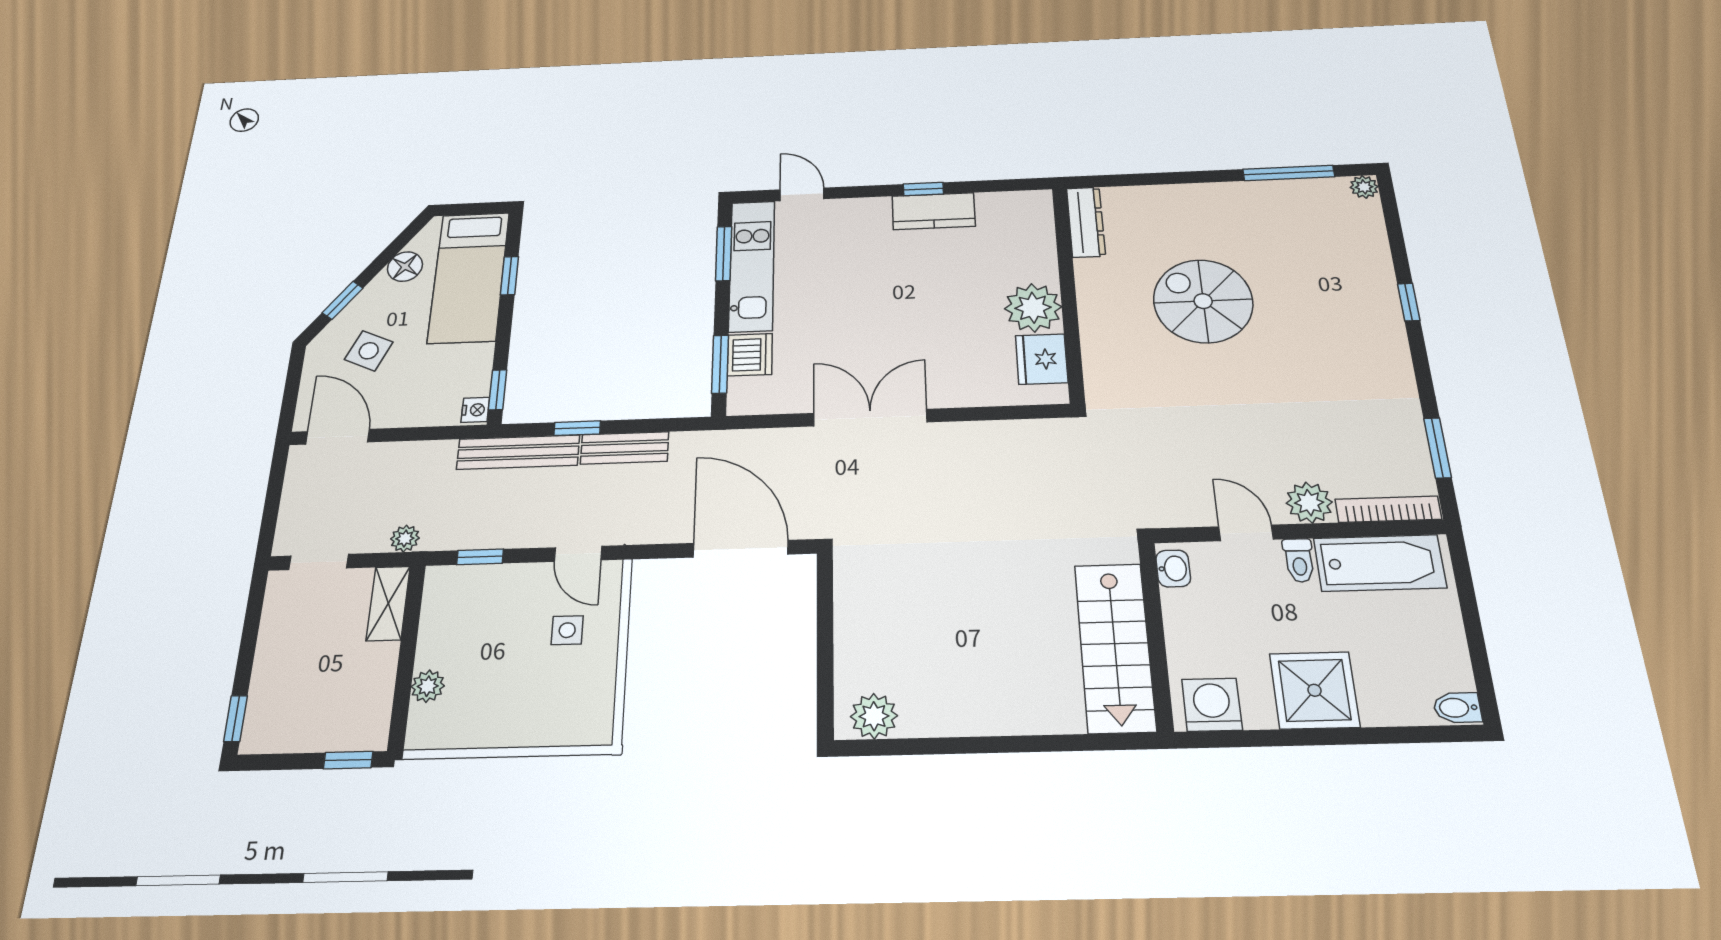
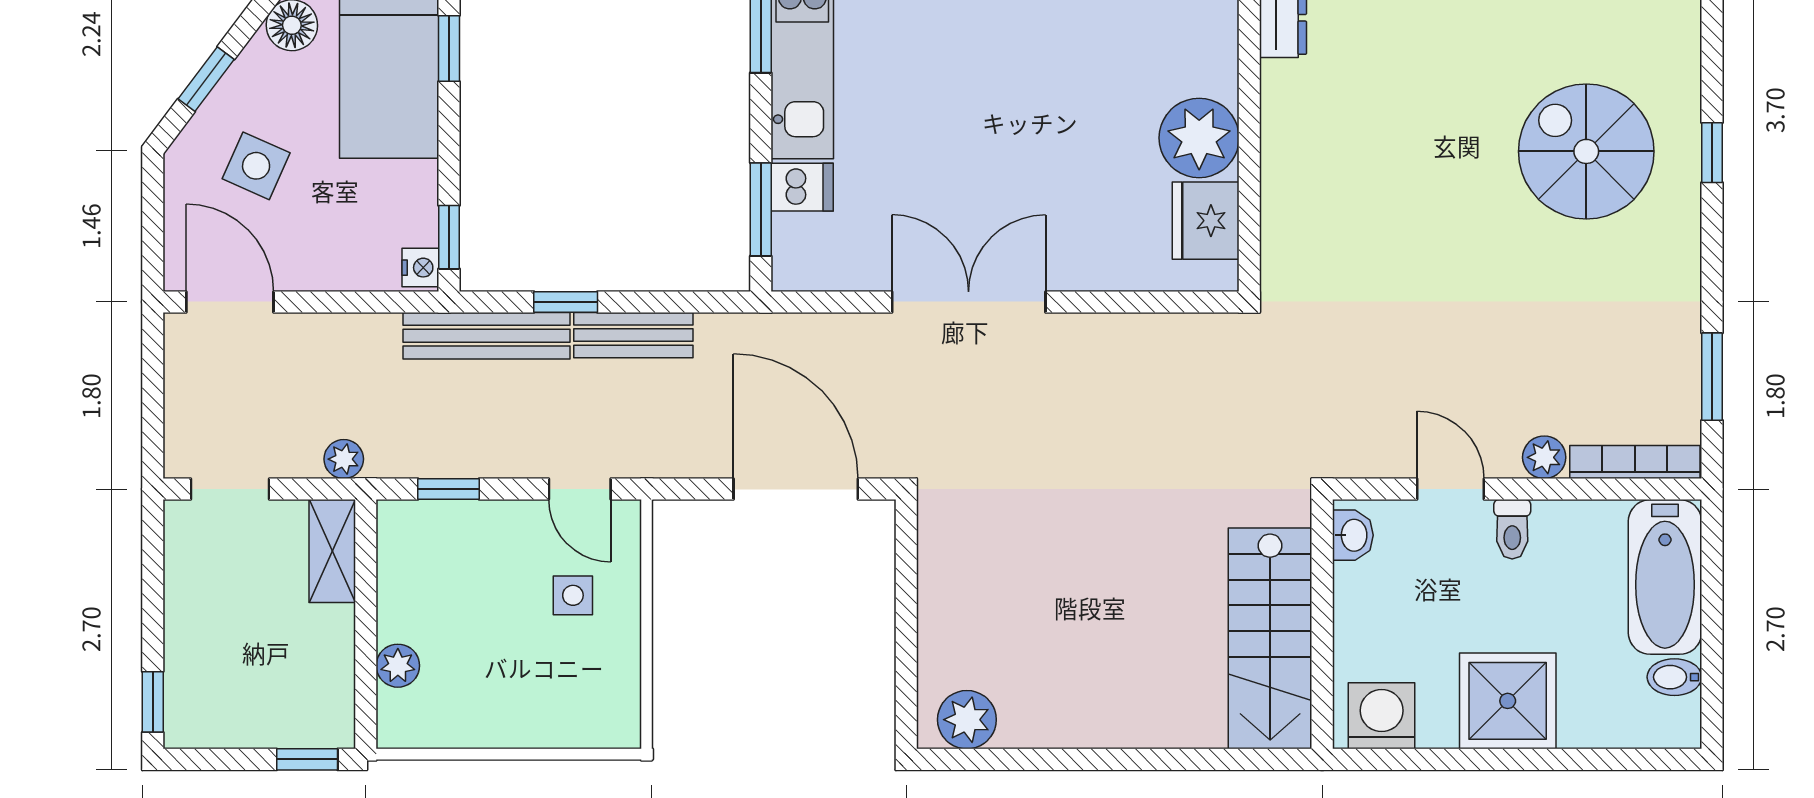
spiral stairs: (1203, 301) -> (1586, 151), moved
dishwasher: (750, 355) -> (802, 187), width x0.73
plant: (1309, 503) -> (1544, 457), width x0.73, depth x0.73
bathtub: (1380, 563) -> (1665, 577), moved, turned 90
bidet: (1457, 708) -> (1674, 677), moved

